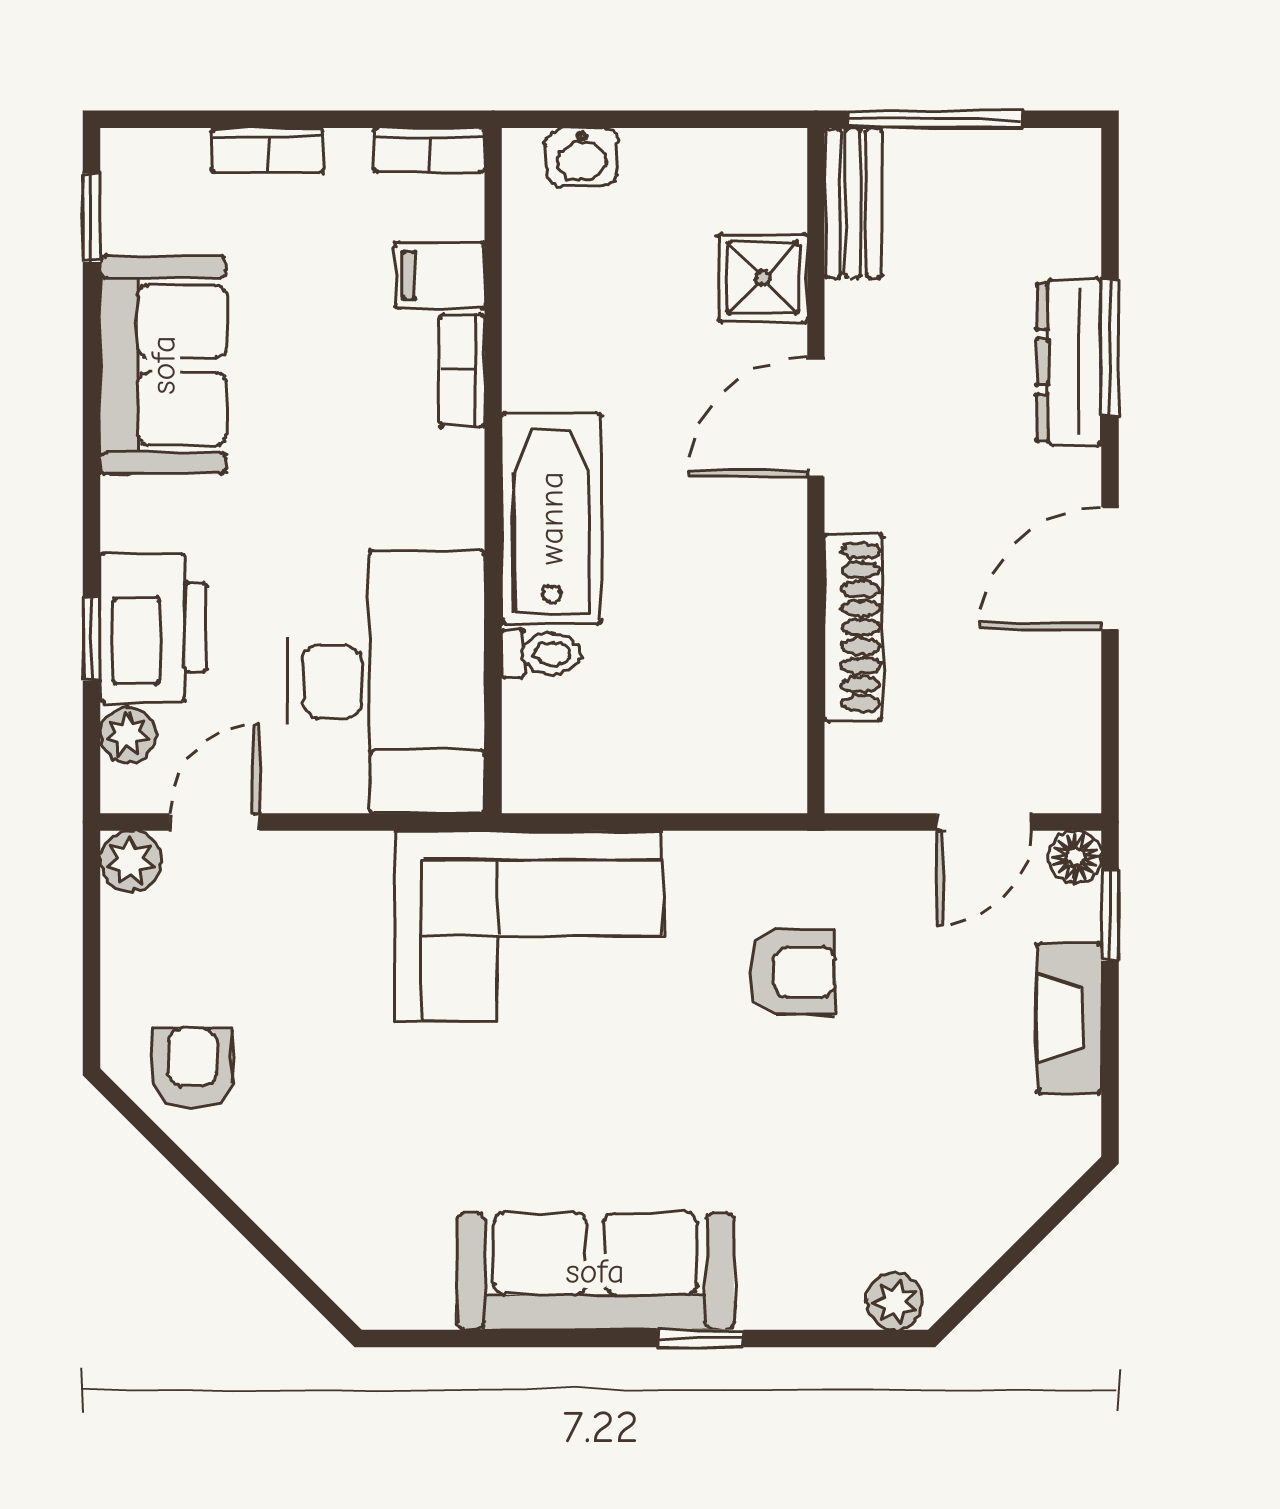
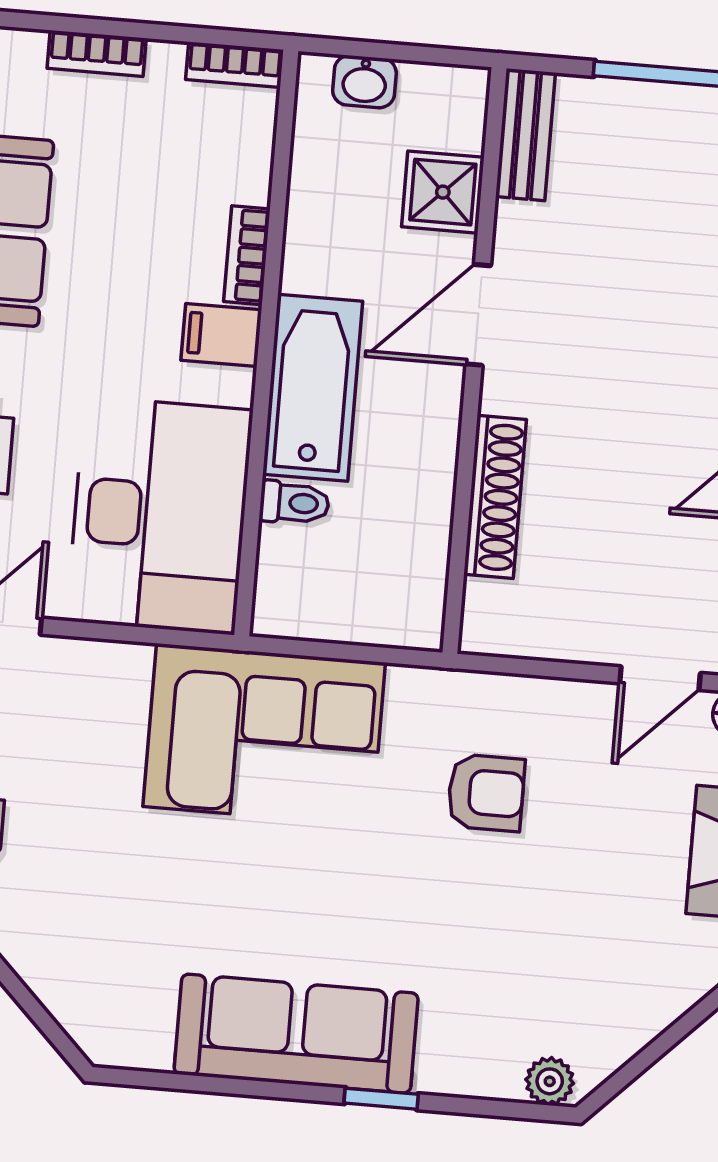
bench: (853, 203) -> (525, 135), moved
filing cabinet: (440, 275) -> (221, 335), moved
shower: (763, 278) -> (443, 192), moved
door: (816, 417) -> (478, 315), moved
wall: (816, 471) -> (474, 360), moved
shoe rack: (853, 627) -> (495, 497), moved

